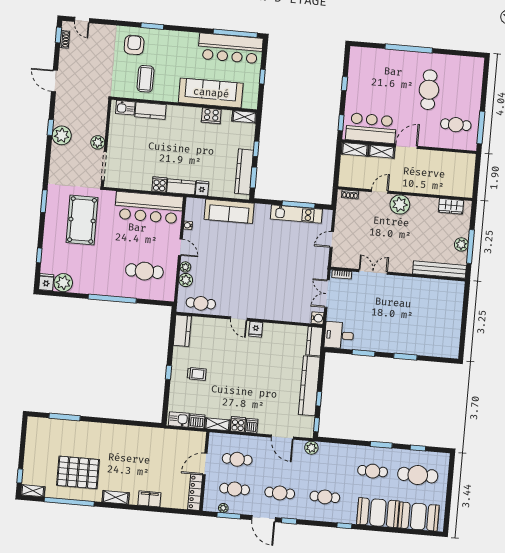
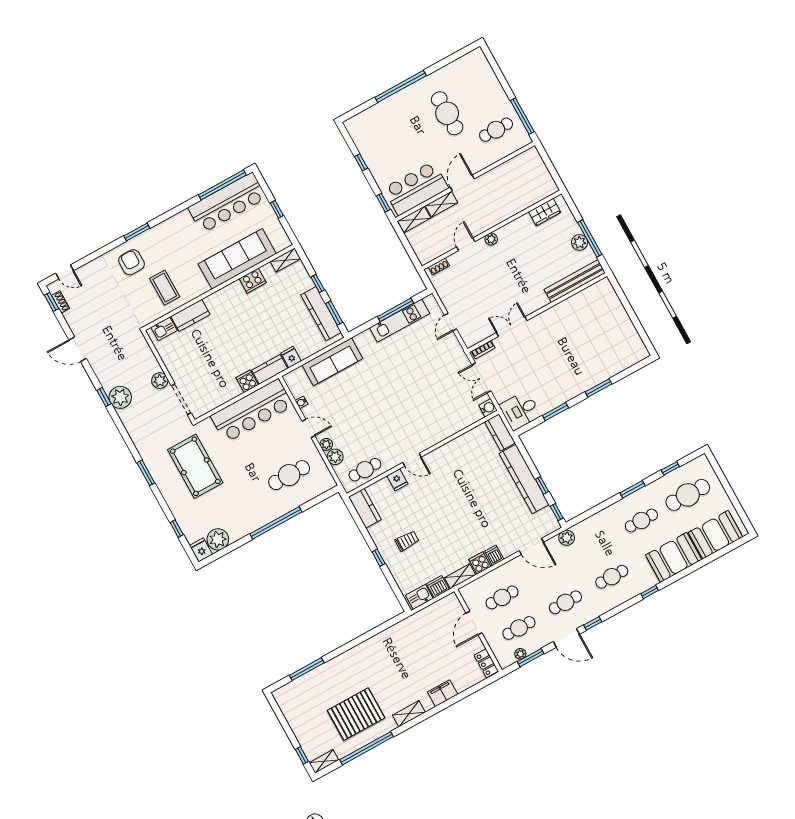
plant: (400, 205) -> (491, 239), width x0.53, depth x0.53
fridge: (256, 329) -> (397, 480), moved
locker: (195, 492) -> (486, 663), width x0.66

